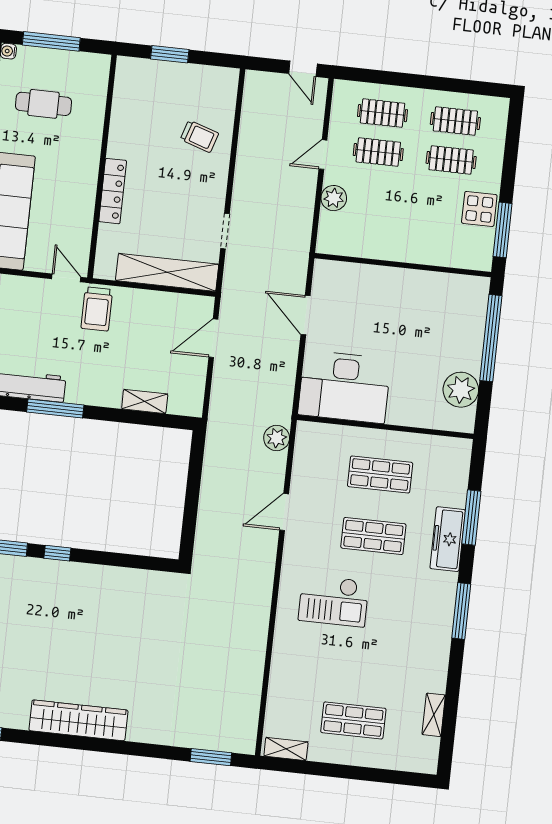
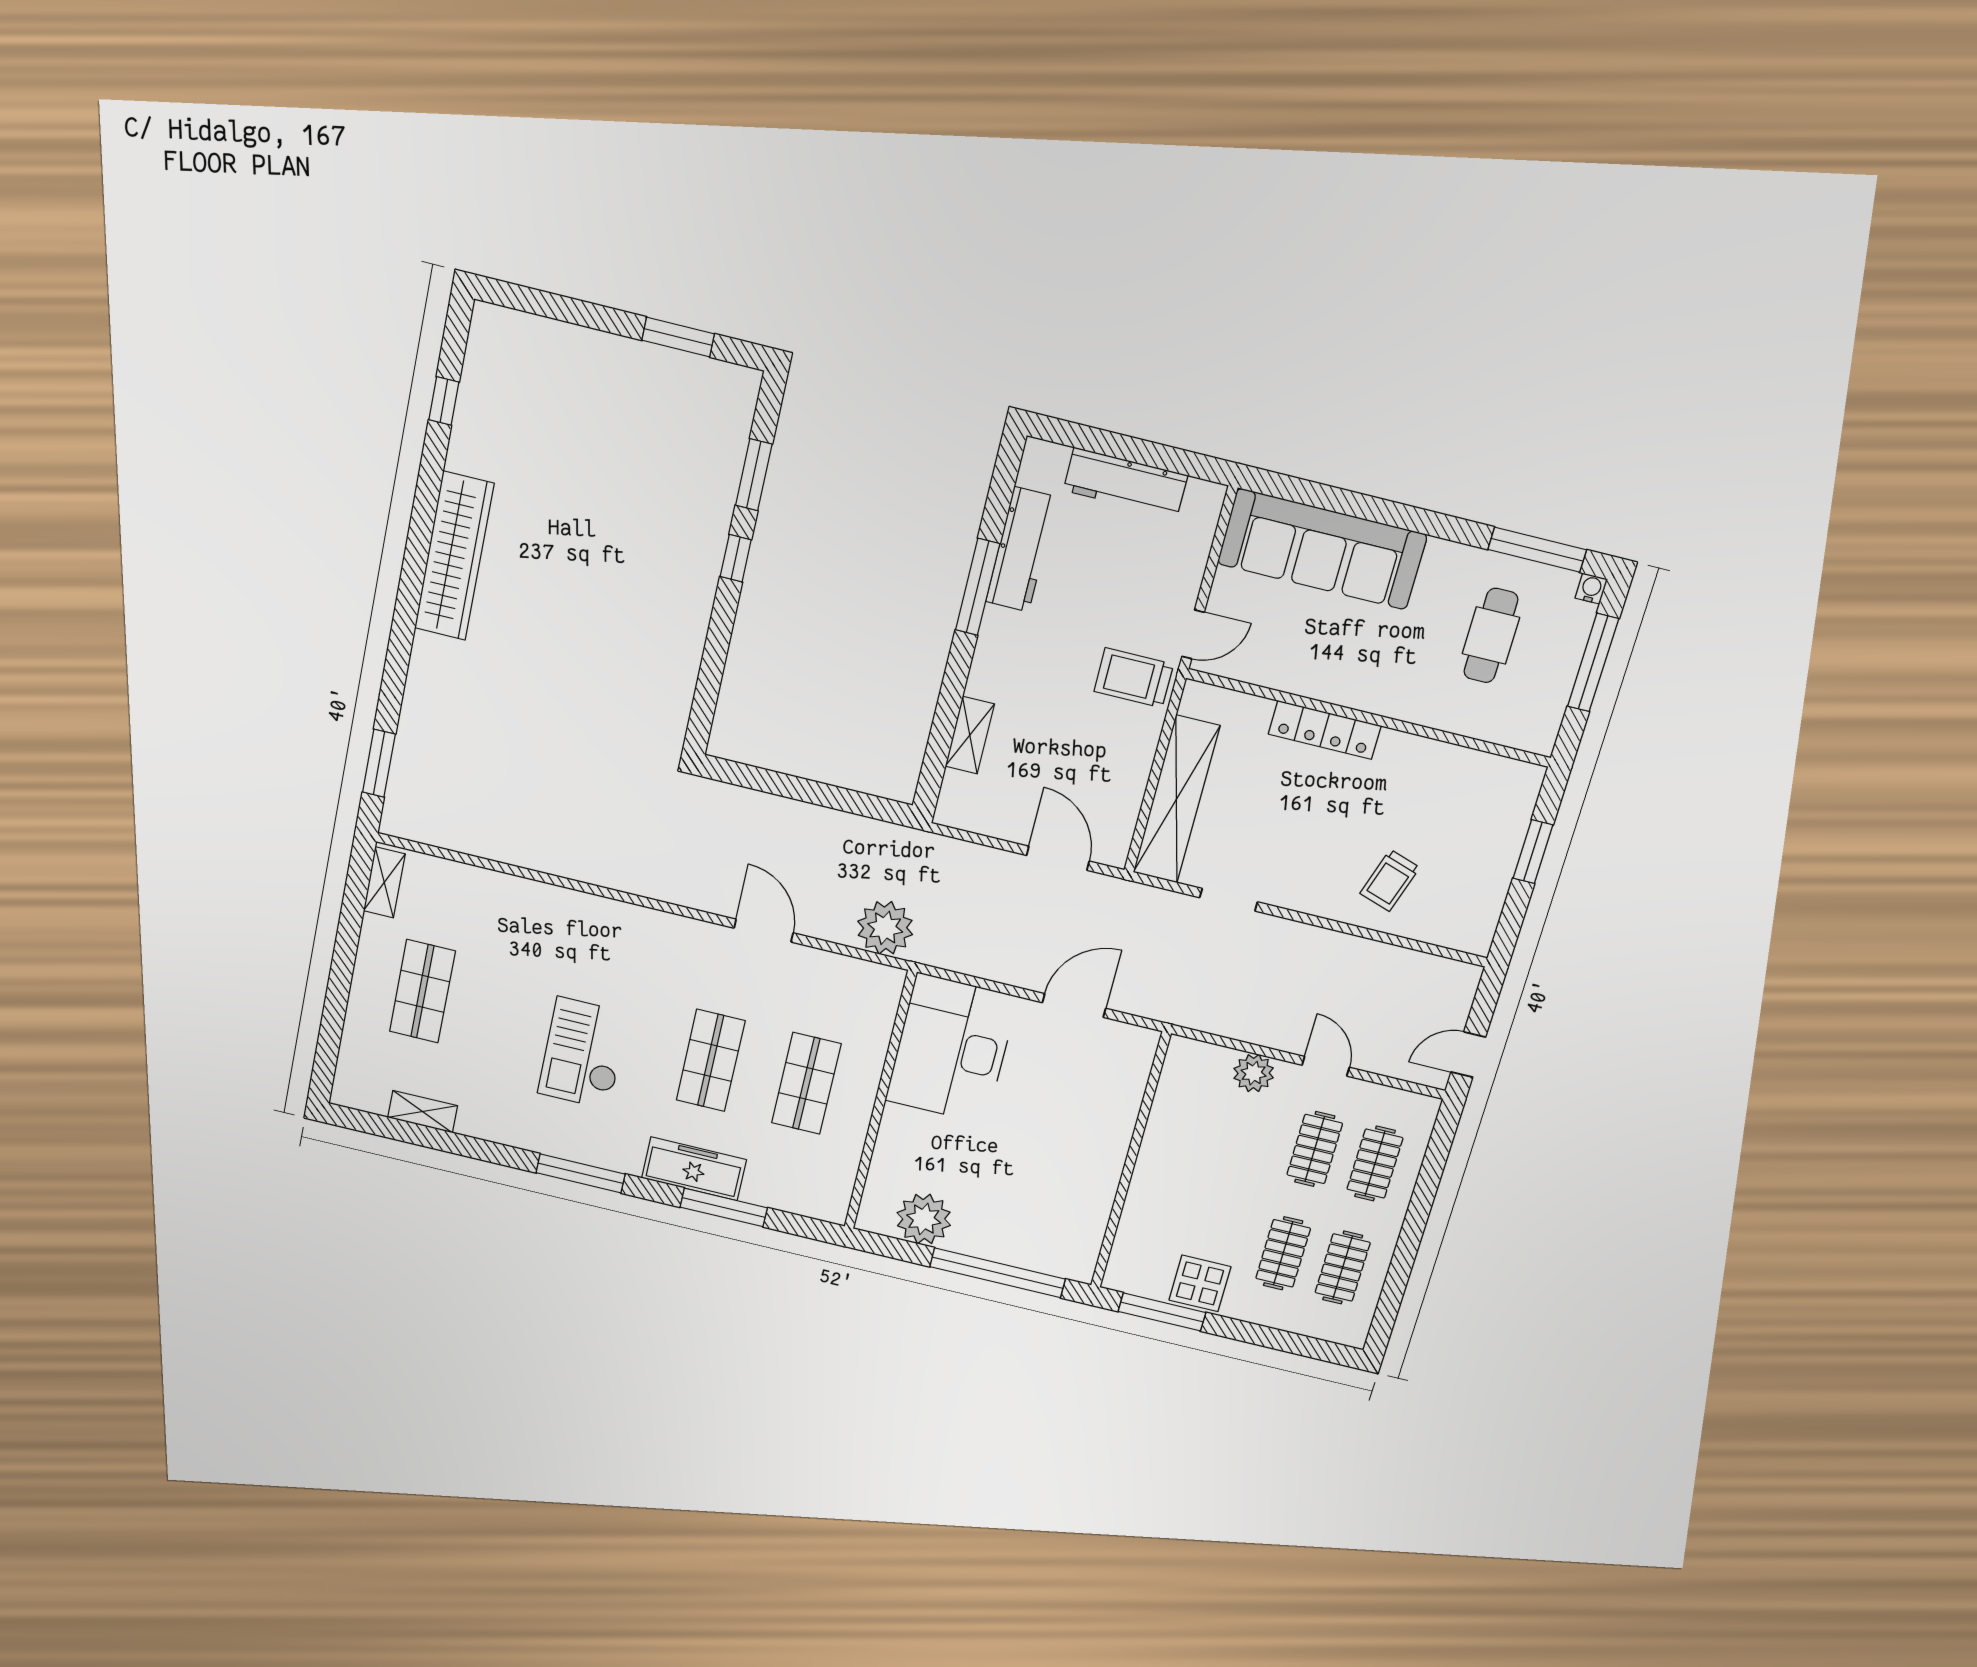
plant: (277, 438) -> (885, 928), width x1.36, depth x1.36
checkout: (334, 601) -> (583, 1053), moved

